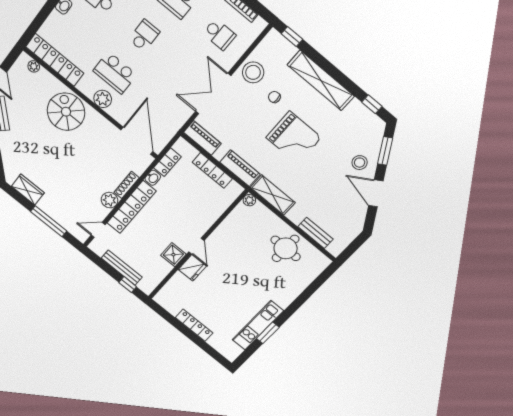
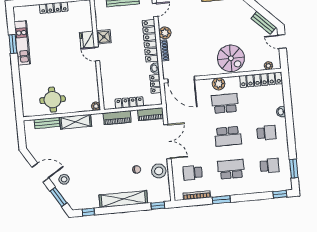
school desk: (144, 36) -> (228, 136), width x1.85
grand piano: (294, 138) -> (107, 159), removed
shelving: (273, 195) -> (76, 122), moved

